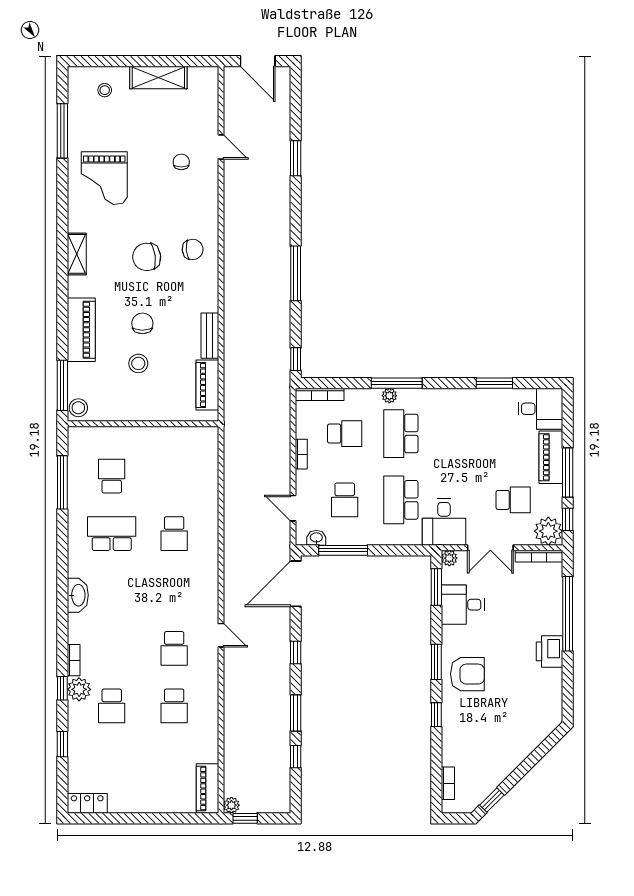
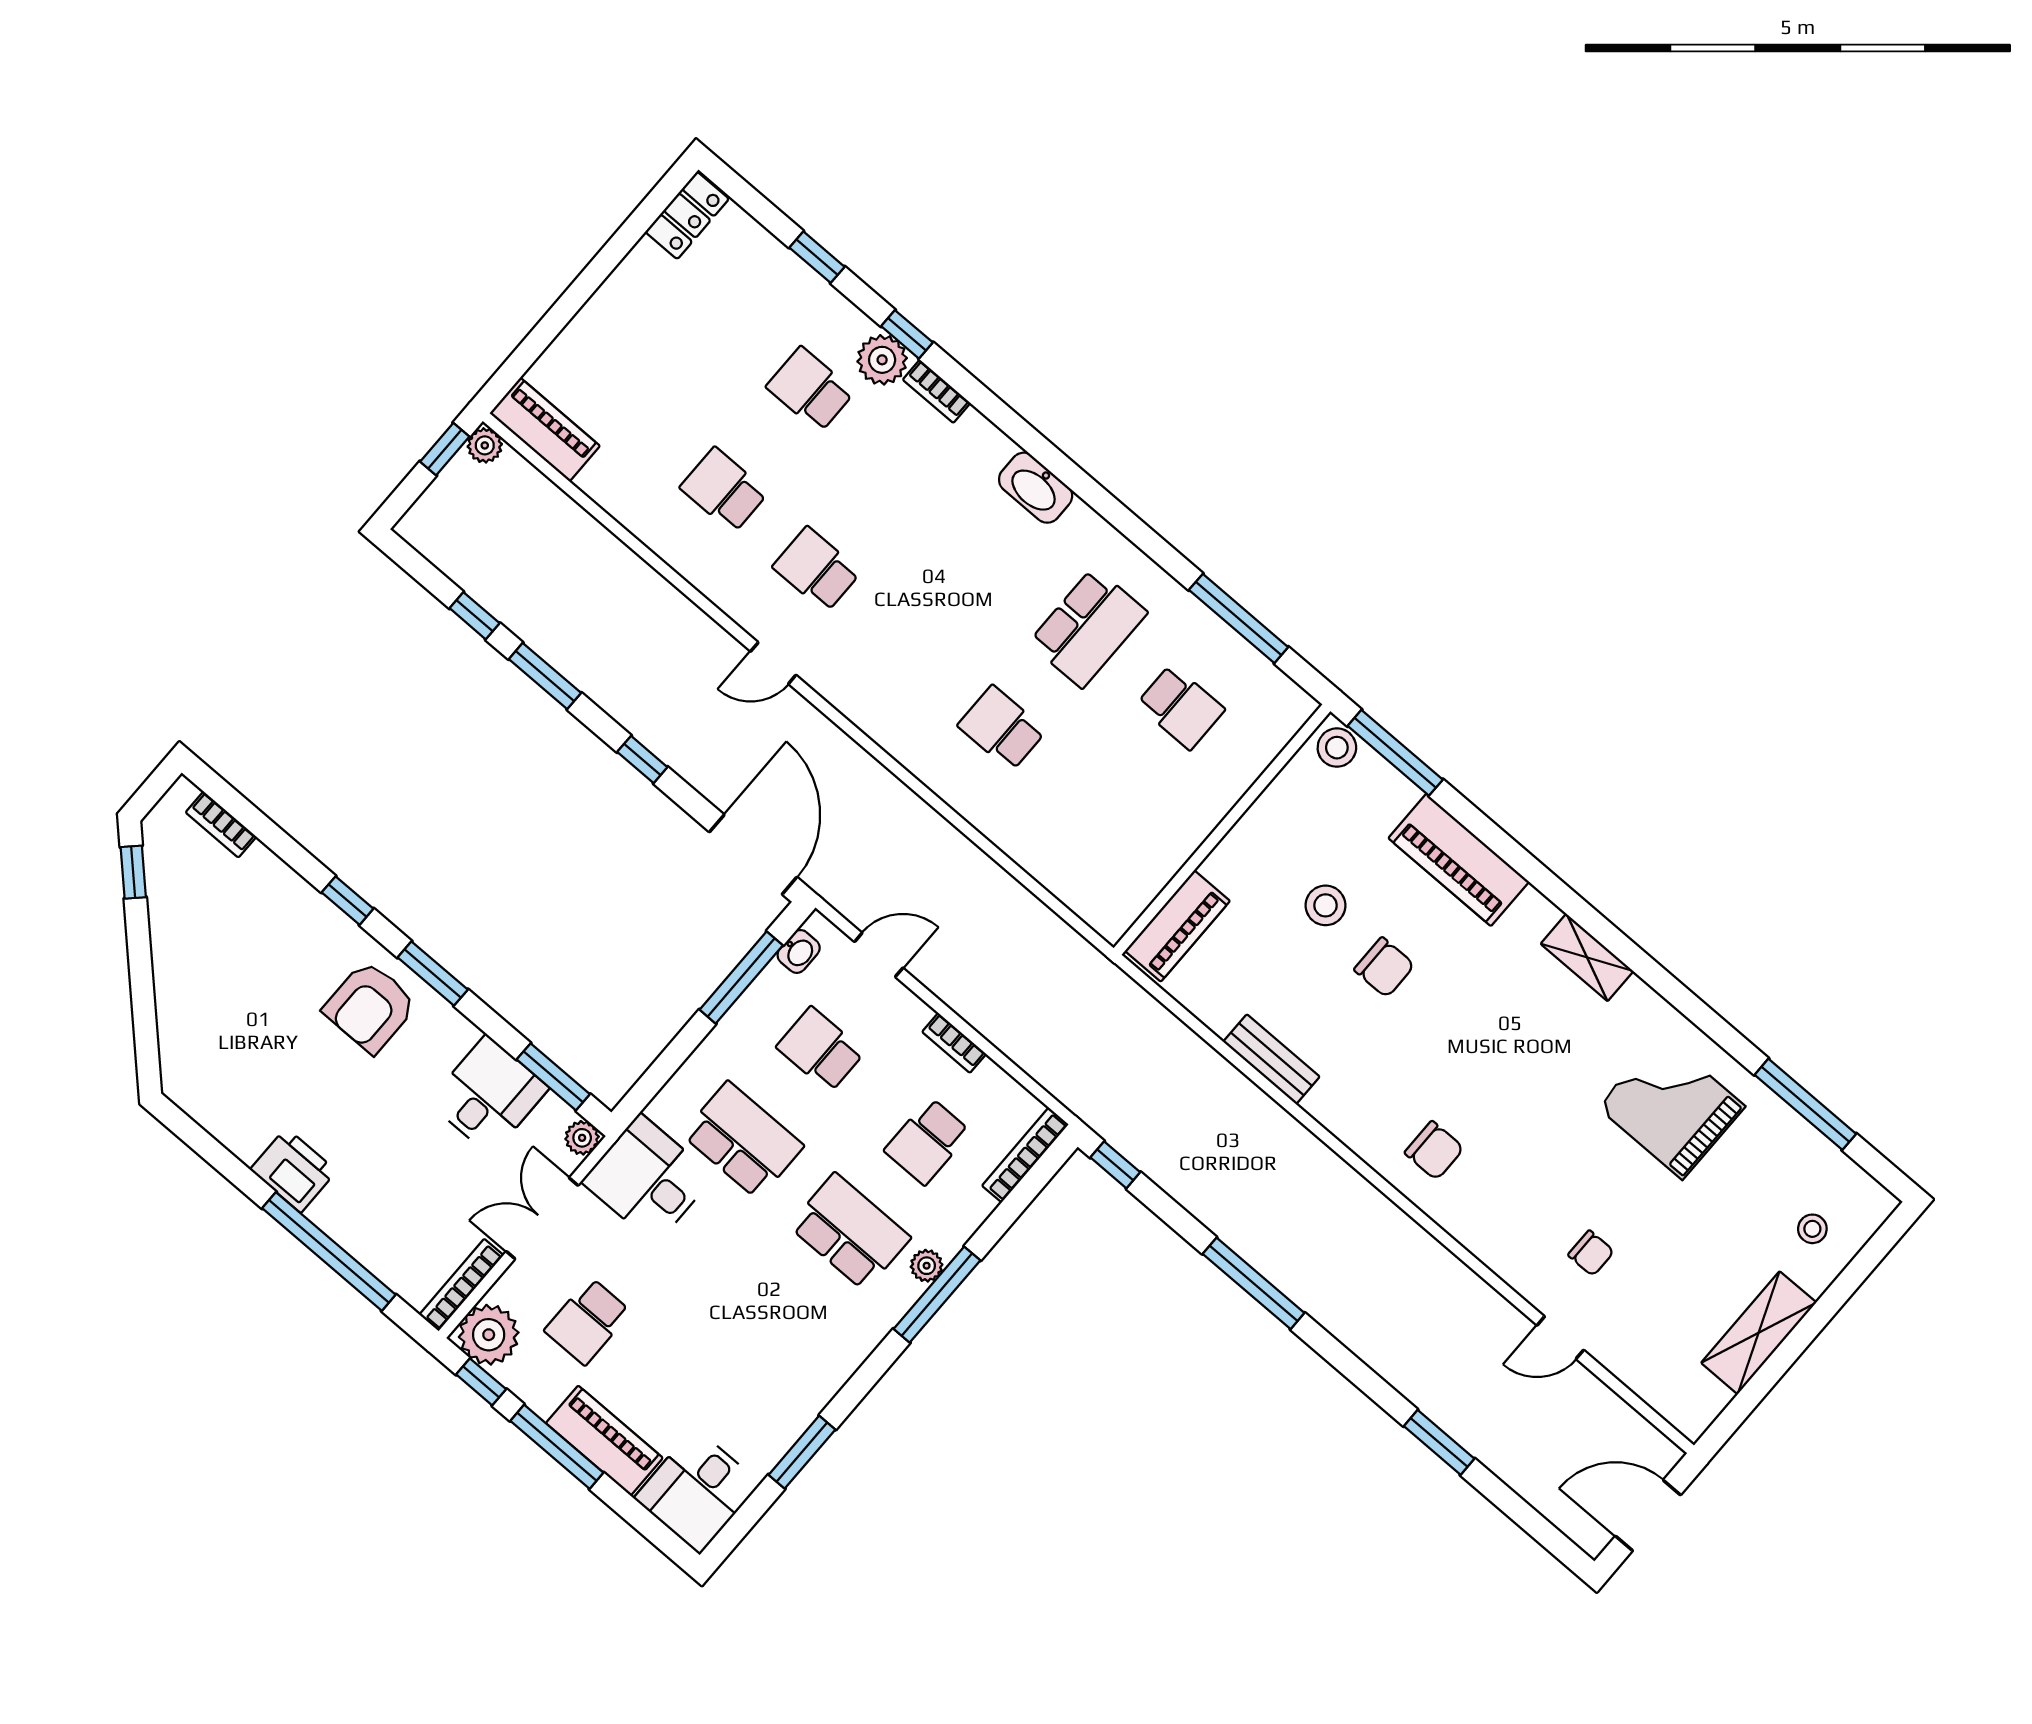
chair: (193, 249) -> (1434, 1150), turned -85
chair: (147, 257) -> (1486, 1066), removed
piano: (207, 385) -> (1177, 926), moved, turned 90

